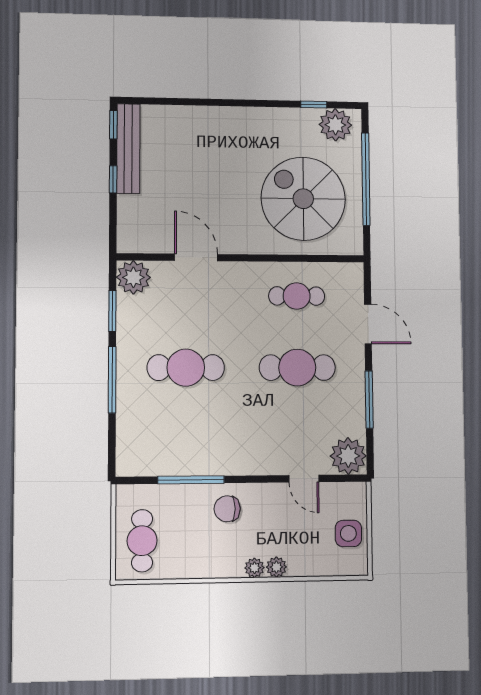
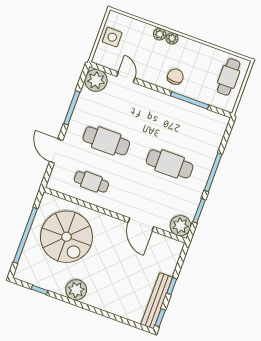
plant: (335, 125) -> (76, 290), moved
chair: (227, 509) -> (175, 77), turned -90

